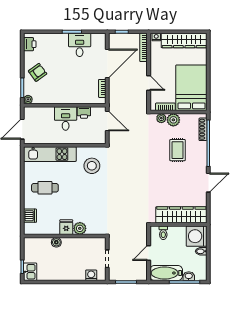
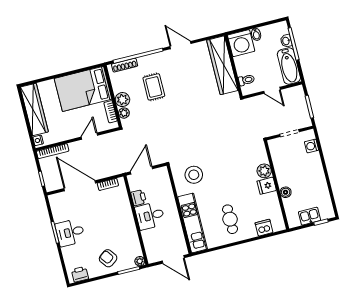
desk: (80, 45) -> (70, 232), moved
rug: (178, 150) -> (154, 87), turned 90
kitchen sink: (30, 272) -> (309, 216), moved

